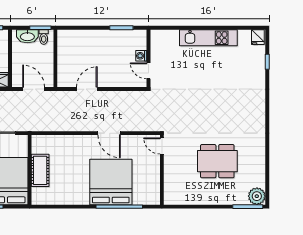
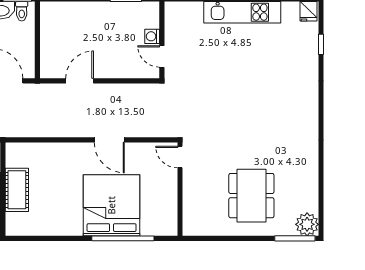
dining table: (217, 161) -> (251, 196), moved, turned 90

